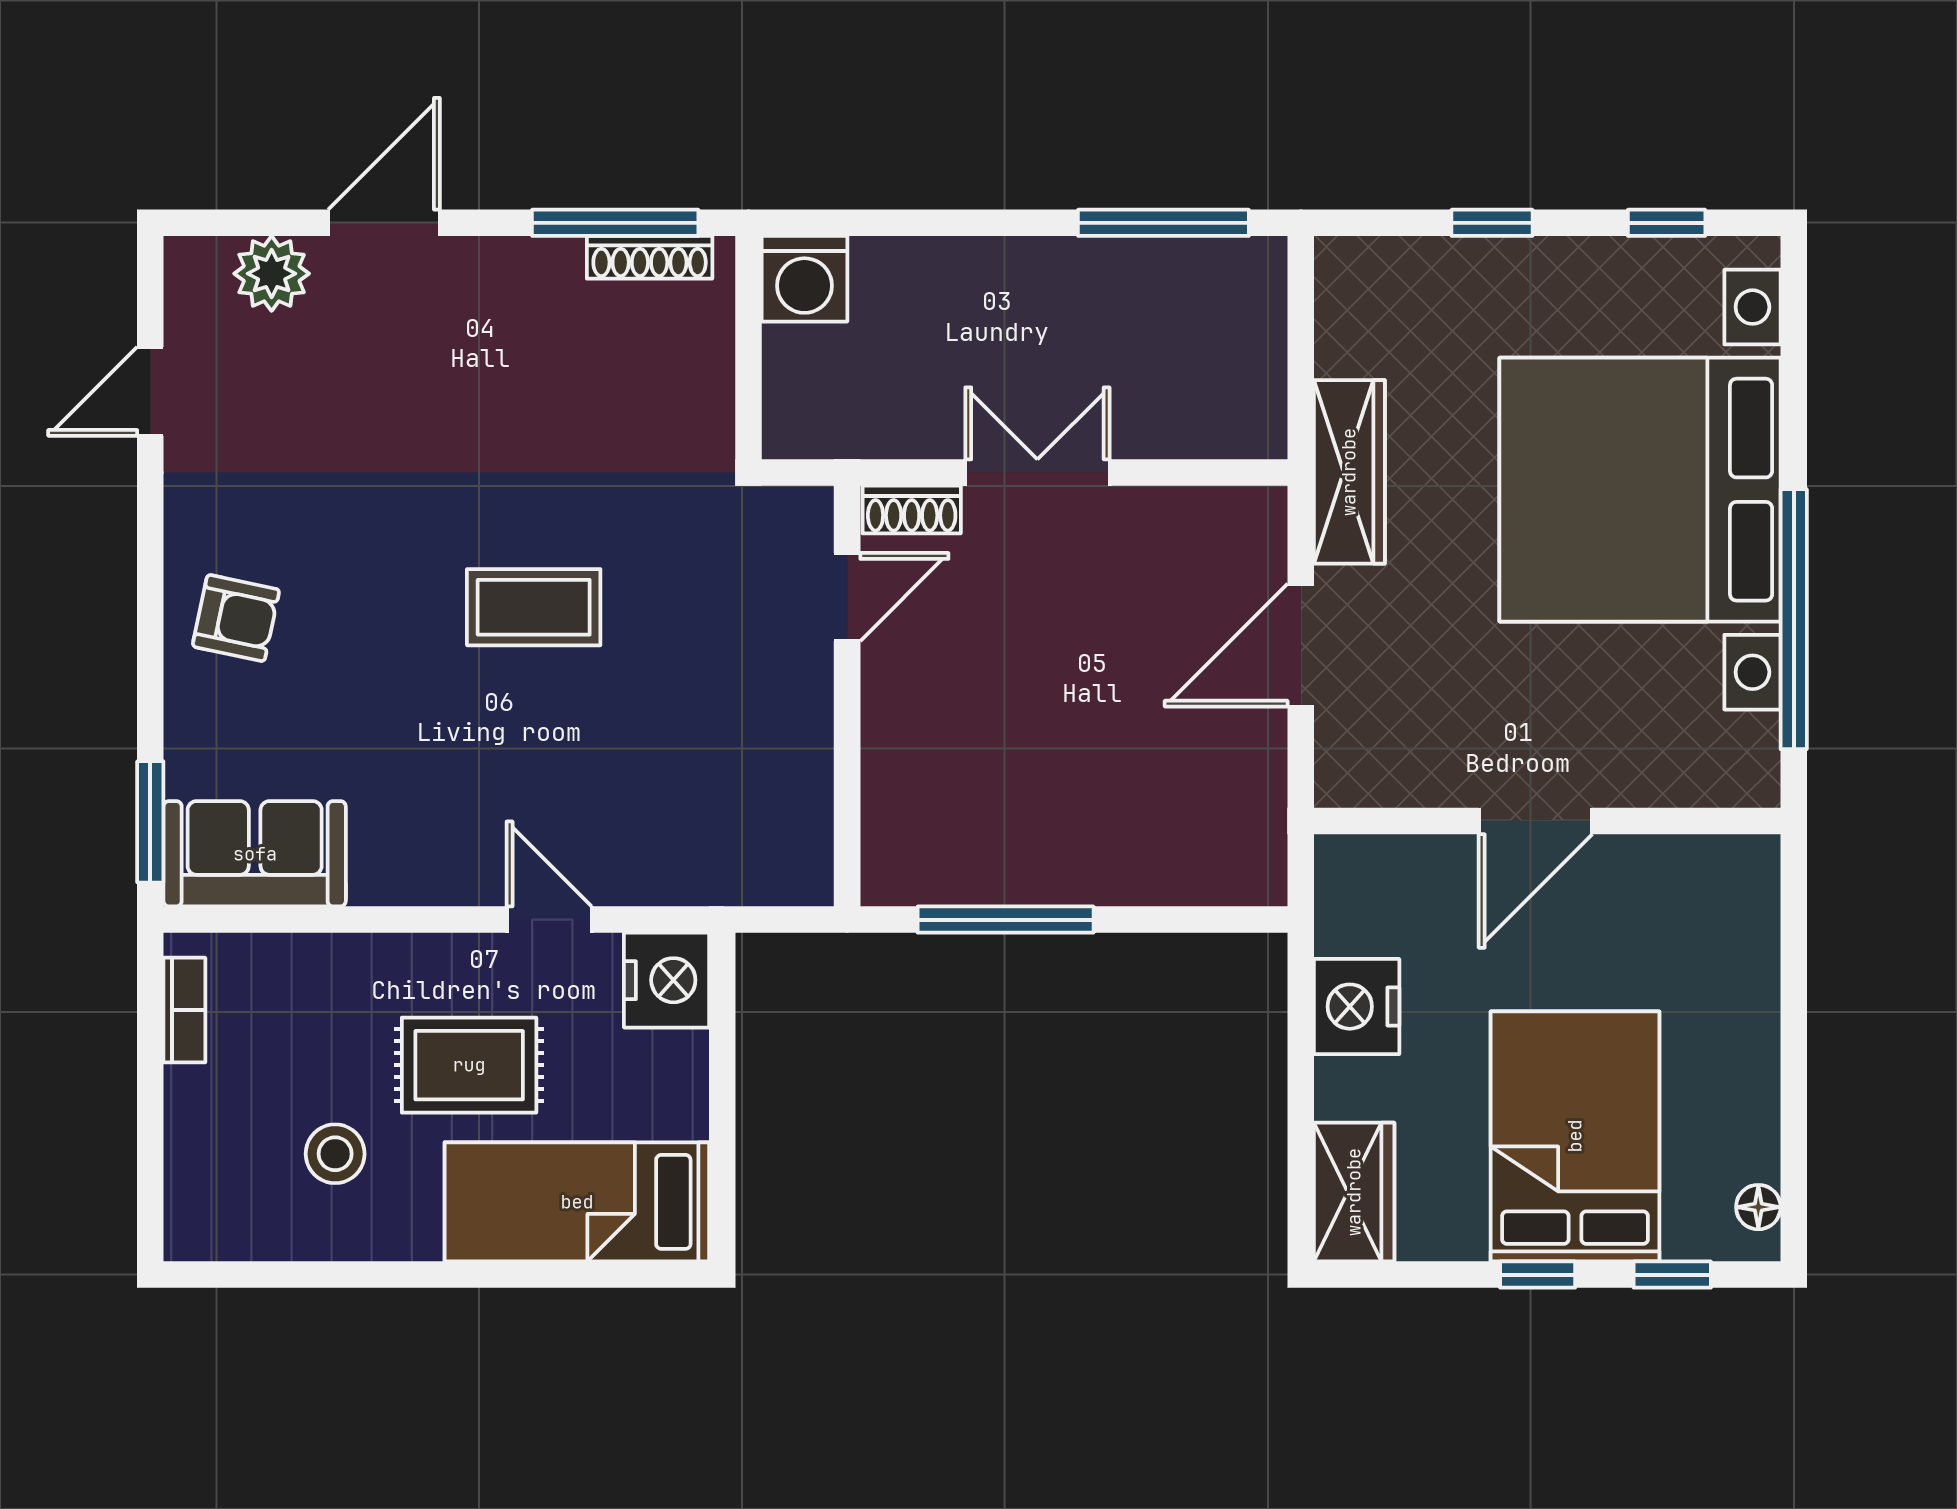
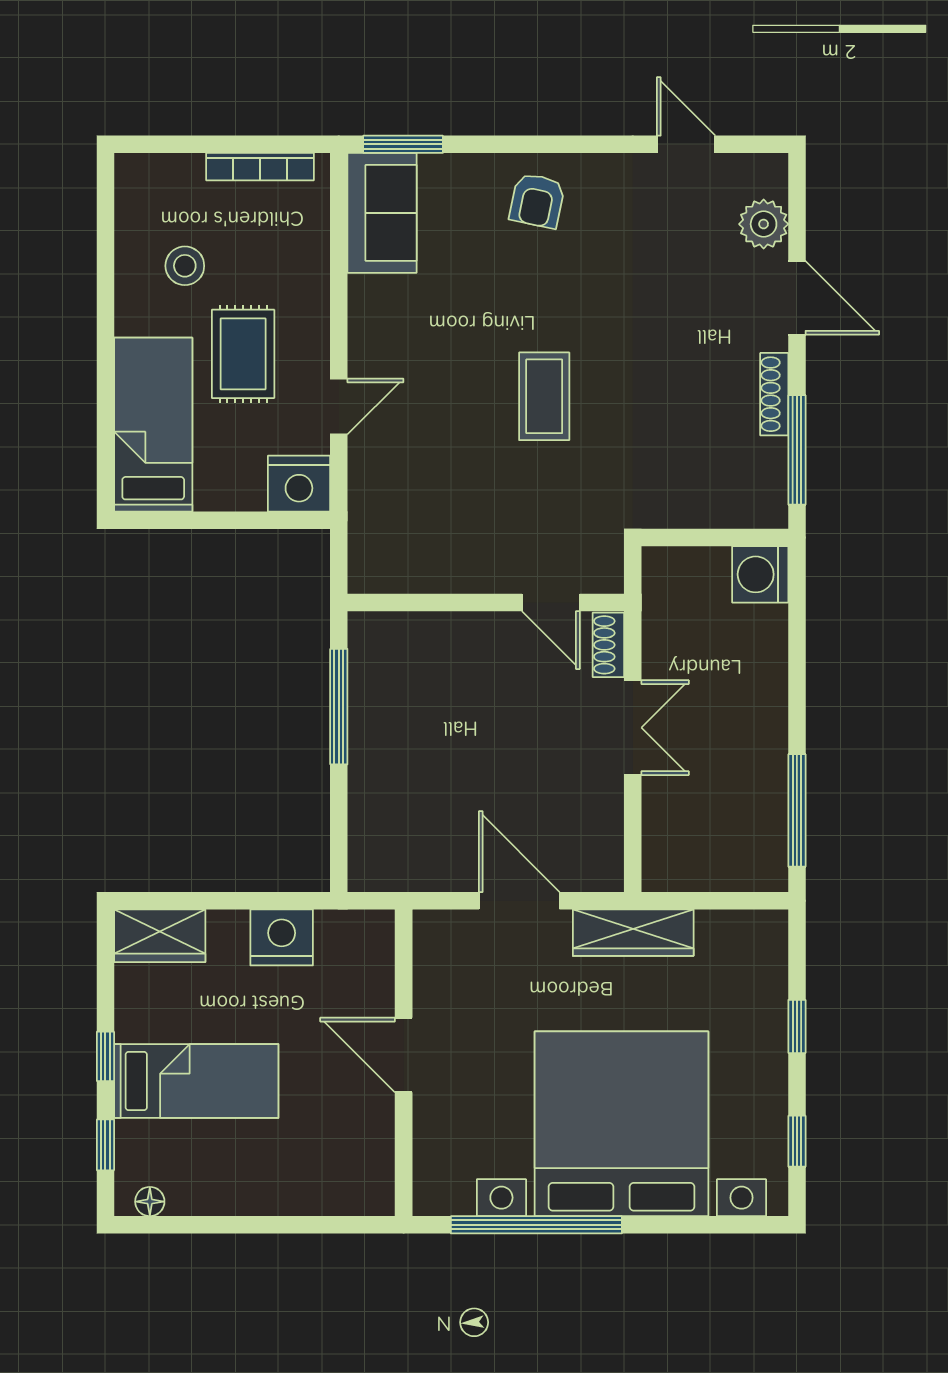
shoe rack: (650, 257) -> (774, 394), moved
bookcase: (184, 1010) -> (260, 167), width x1.56
bed: (1575, 1136) -> (196, 1081), width x0.67

